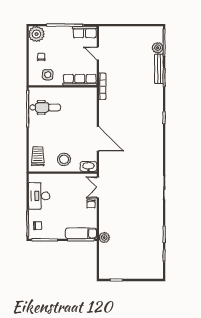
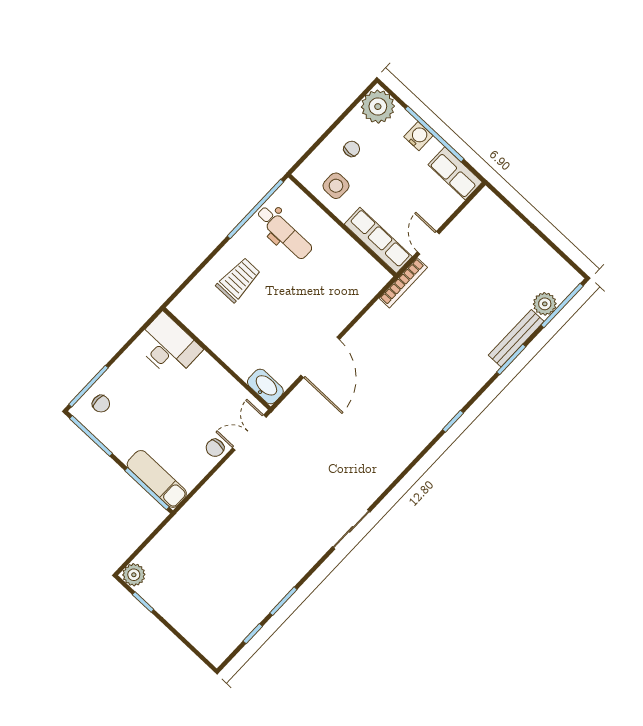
water cooler: (60, 31) -> (418, 136), added
door: (98, 53) -> (428, 243), moved
trolley: (38, 156) -> (238, 280), moved
stool: (64, 159) -> (238, 340), removed
desk: (39, 196) -> (168, 346), moved, turned 90
plant: (104, 238) -> (134, 575), moved

